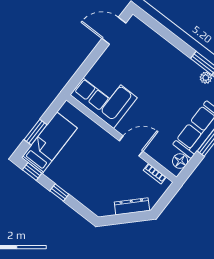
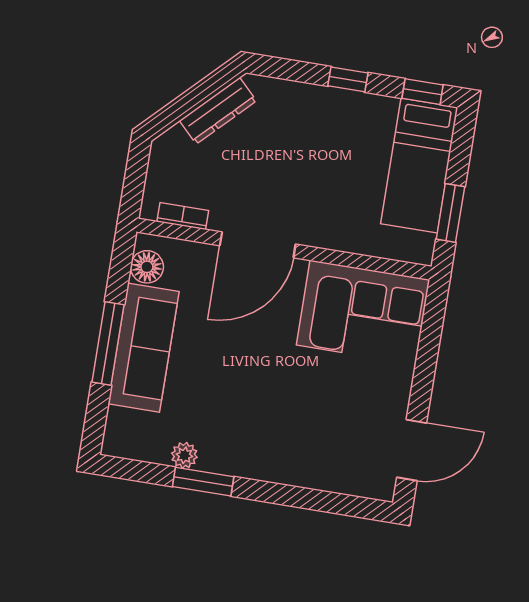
window: (36, 132) -> (450, 213), moved
door: (131, 146) -> (258, 245), width x1.36
dresser: (132, 206) -> (218, 111), moved

